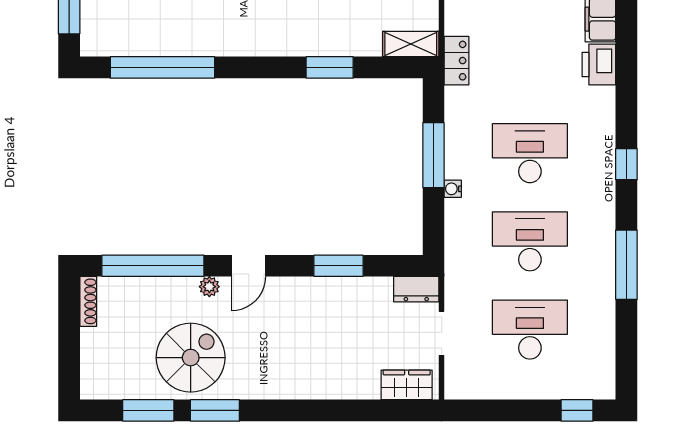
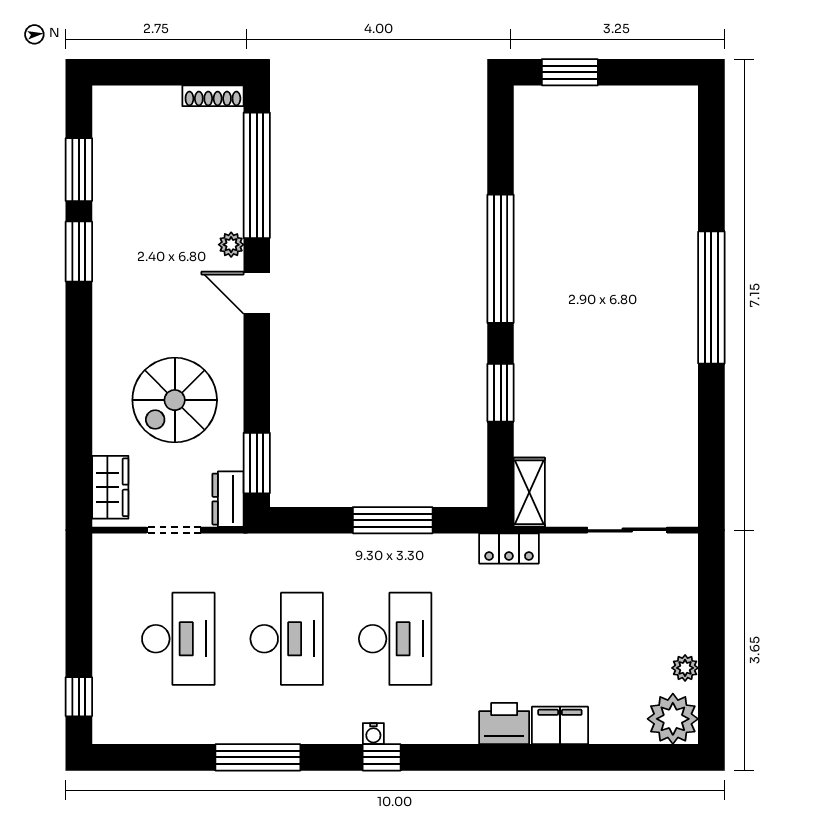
window: (162, 67) -> (501, 259), moved
water cooler: (453, 189) -> (373, 734), moved, turned 180
window: (338, 266) -> (257, 463), moved
spiral stairs: (191, 358) -> (175, 400), moved, turned 90

